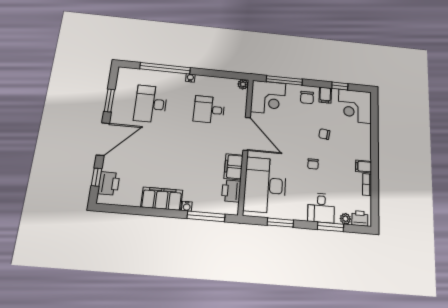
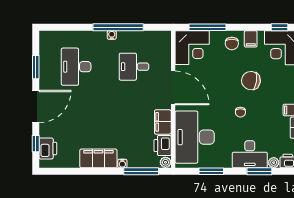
window: (165, 68) -> (118, 27), moved
plant: (243, 84) -> (165, 162), moved
window: (340, 86) -> (279, 27), moved
chair: (324, 134) -> (251, 81), width x1.87, depth x1.87
desk: (321, 208) -> (250, 154), width x1.37

